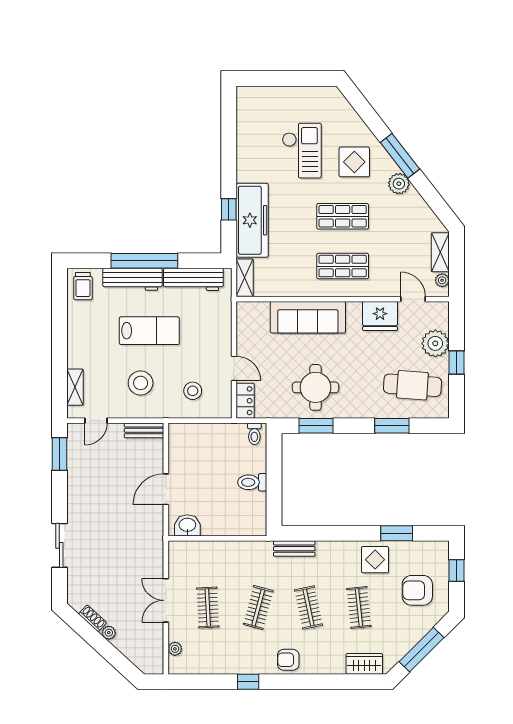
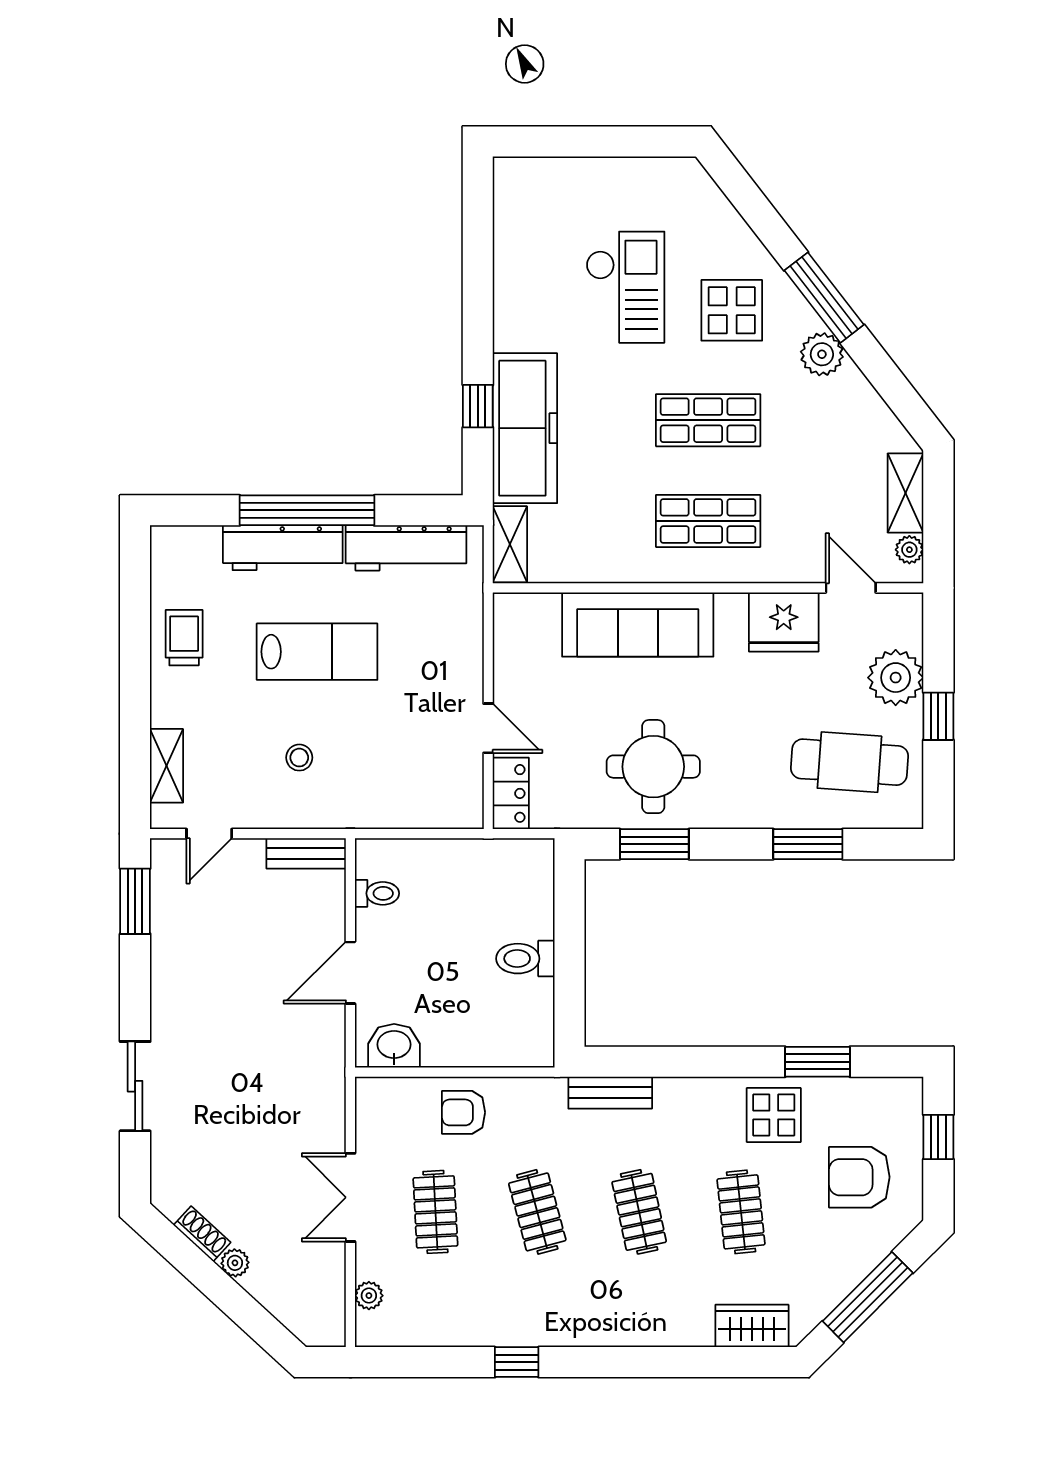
trolley: (83, 286) -> (184, 638), moved, turned 180
stool: (141, 383) -> (299, 758), width x0.53, depth x0.53
stool: (193, 391) -> (405, 773), removed
toilet: (254, 434) -> (377, 893), moved, turned -90
clothes rail: (258, 608) -> (537, 1212), turned -30
armchair: (288, 660) -> (463, 1112), moved

